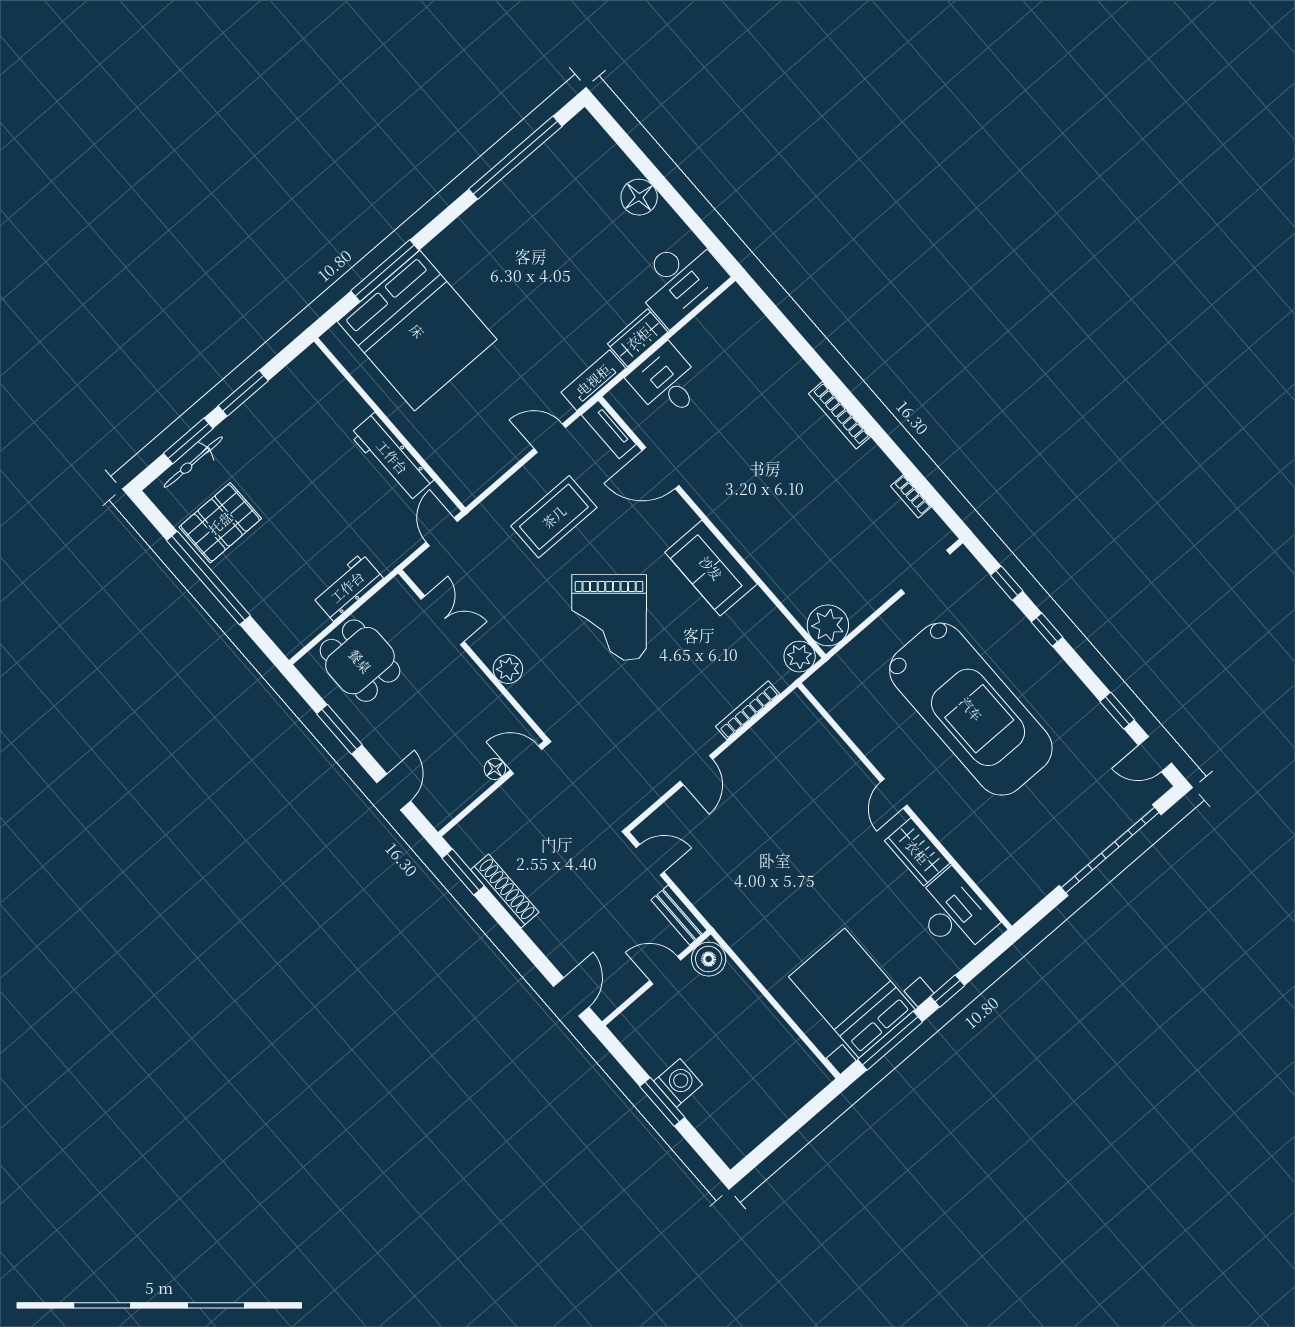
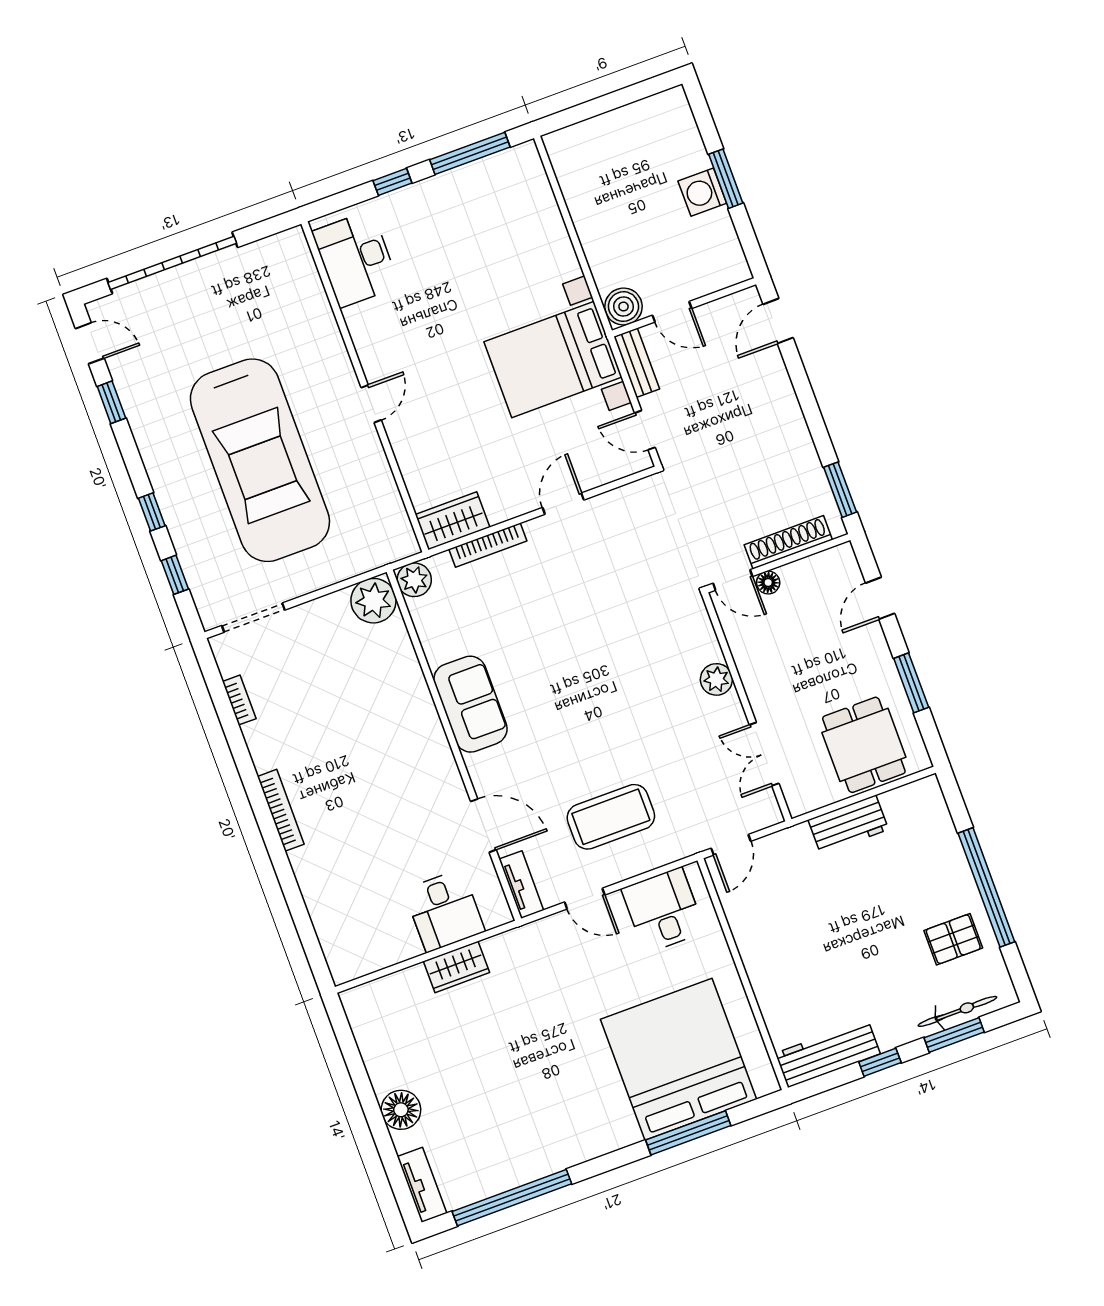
desk: (680, 280) -> (663, 910), moved, width x0.73
tv unit: (593, 380) -> (422, 1185), moved, turned -90
window: (243, 393) -> (880, 1062), width x0.67
workbench: (392, 457) -> (828, 1053), moved, turned -90
pallet: (220, 523) -> (953, 939), width x0.67, depth x0.71
grand piano: (609, 617) -> (593, 693), removed
car: (971, 709) -> (260, 460), turned 180
wardrobe: (917, 852) -> (452, 521), moved, turned -90
shoe rack: (505, 891) -> (788, 542), moved, turned 90
bed with nightstands: (852, 993) -> (553, 359), moved, turned 90

